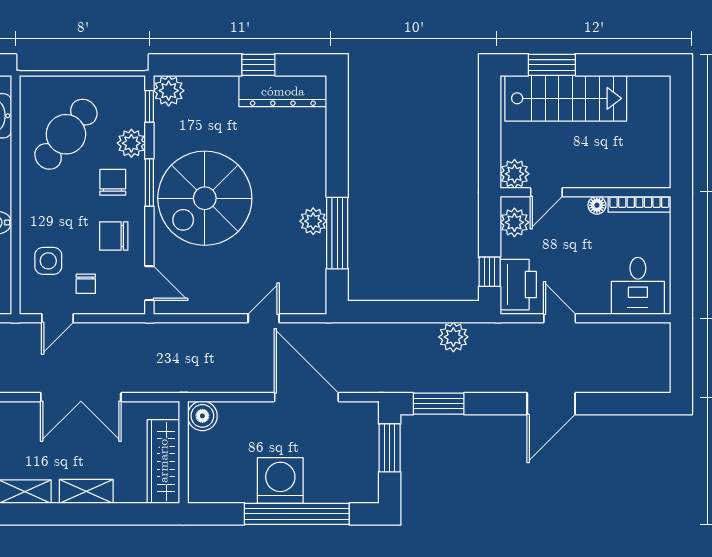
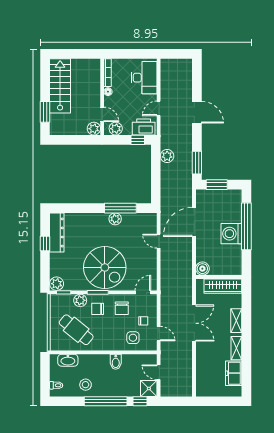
stairs: (566, 98) -> (60, 86), moved
desk: (638, 286) -> (144, 78), width x1.37

